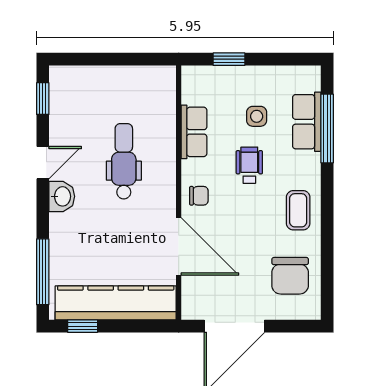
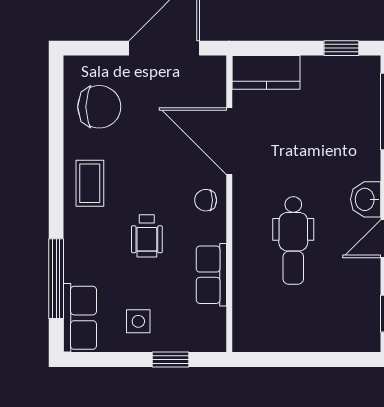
side table: (257, 116) -> (138, 321), moved
row of seats: (307, 122) -> (80, 318), moved
chair: (290, 276) -> (99, 107), turned 90
kitchen counter: (116, 303) -> (266, 72), width x0.48, depth x0.86

